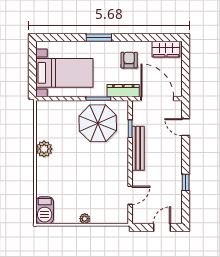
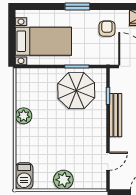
dresser: (123, 91) -> (101, 59), removed
plant: (85, 219) -> (63, 180), width x1.87, depth x1.87

